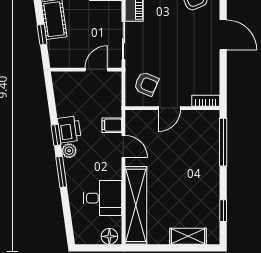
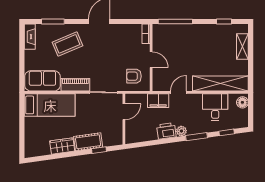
door: (96, 70) -> (124, 112), swing flipped
armchair: (146, 84) -> (134, 76), turned -113
filing cabinet: (112, 125) -> (158, 101), width x2.00
window: (56, 135) -> (227, 132), moved

